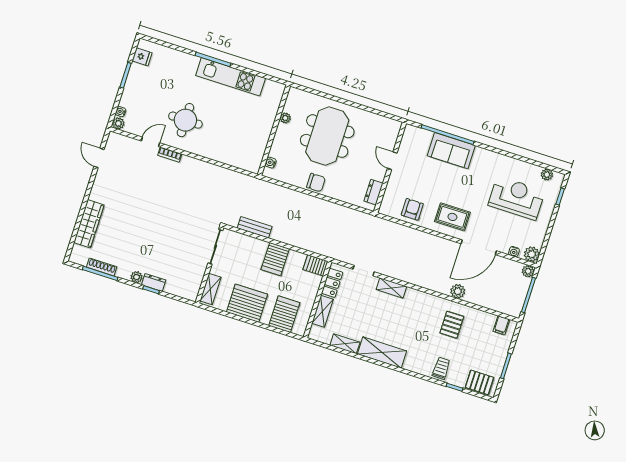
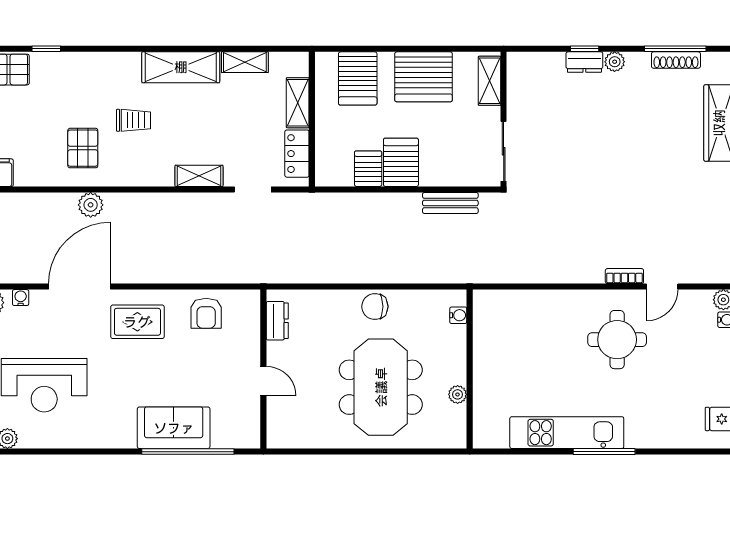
server rack: (316, 265) -> (368, 169), moved, turned -90
trolley: (441, 368) -> (134, 120), moved, turned -90

